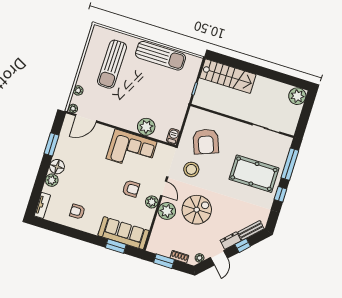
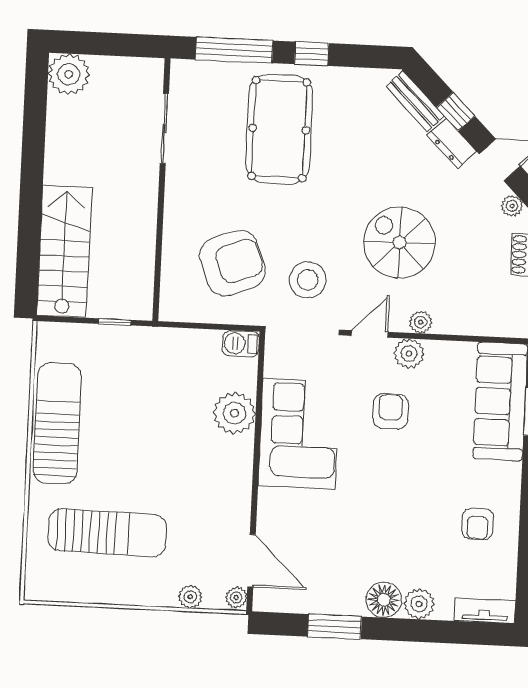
plant: (167, 211) -> (421, 322), width x0.53, depth x0.53

